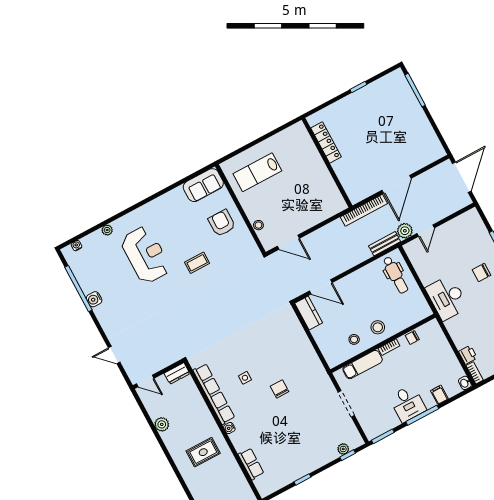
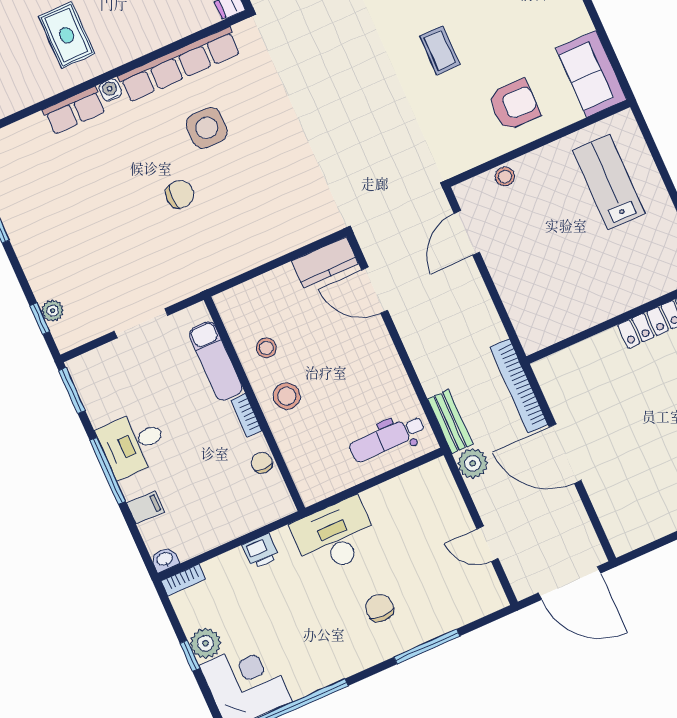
door: (426, 231) -> (488, 544), moved
door: (321, 287) -> (375, 290), hinge flipped
printer: (468, 355) -> (261, 551), moved
side table: (245, 378) -> (207, 128), width x1.87, depth x1.87
row of seats: (251, 464) -> (74, 111), moved

